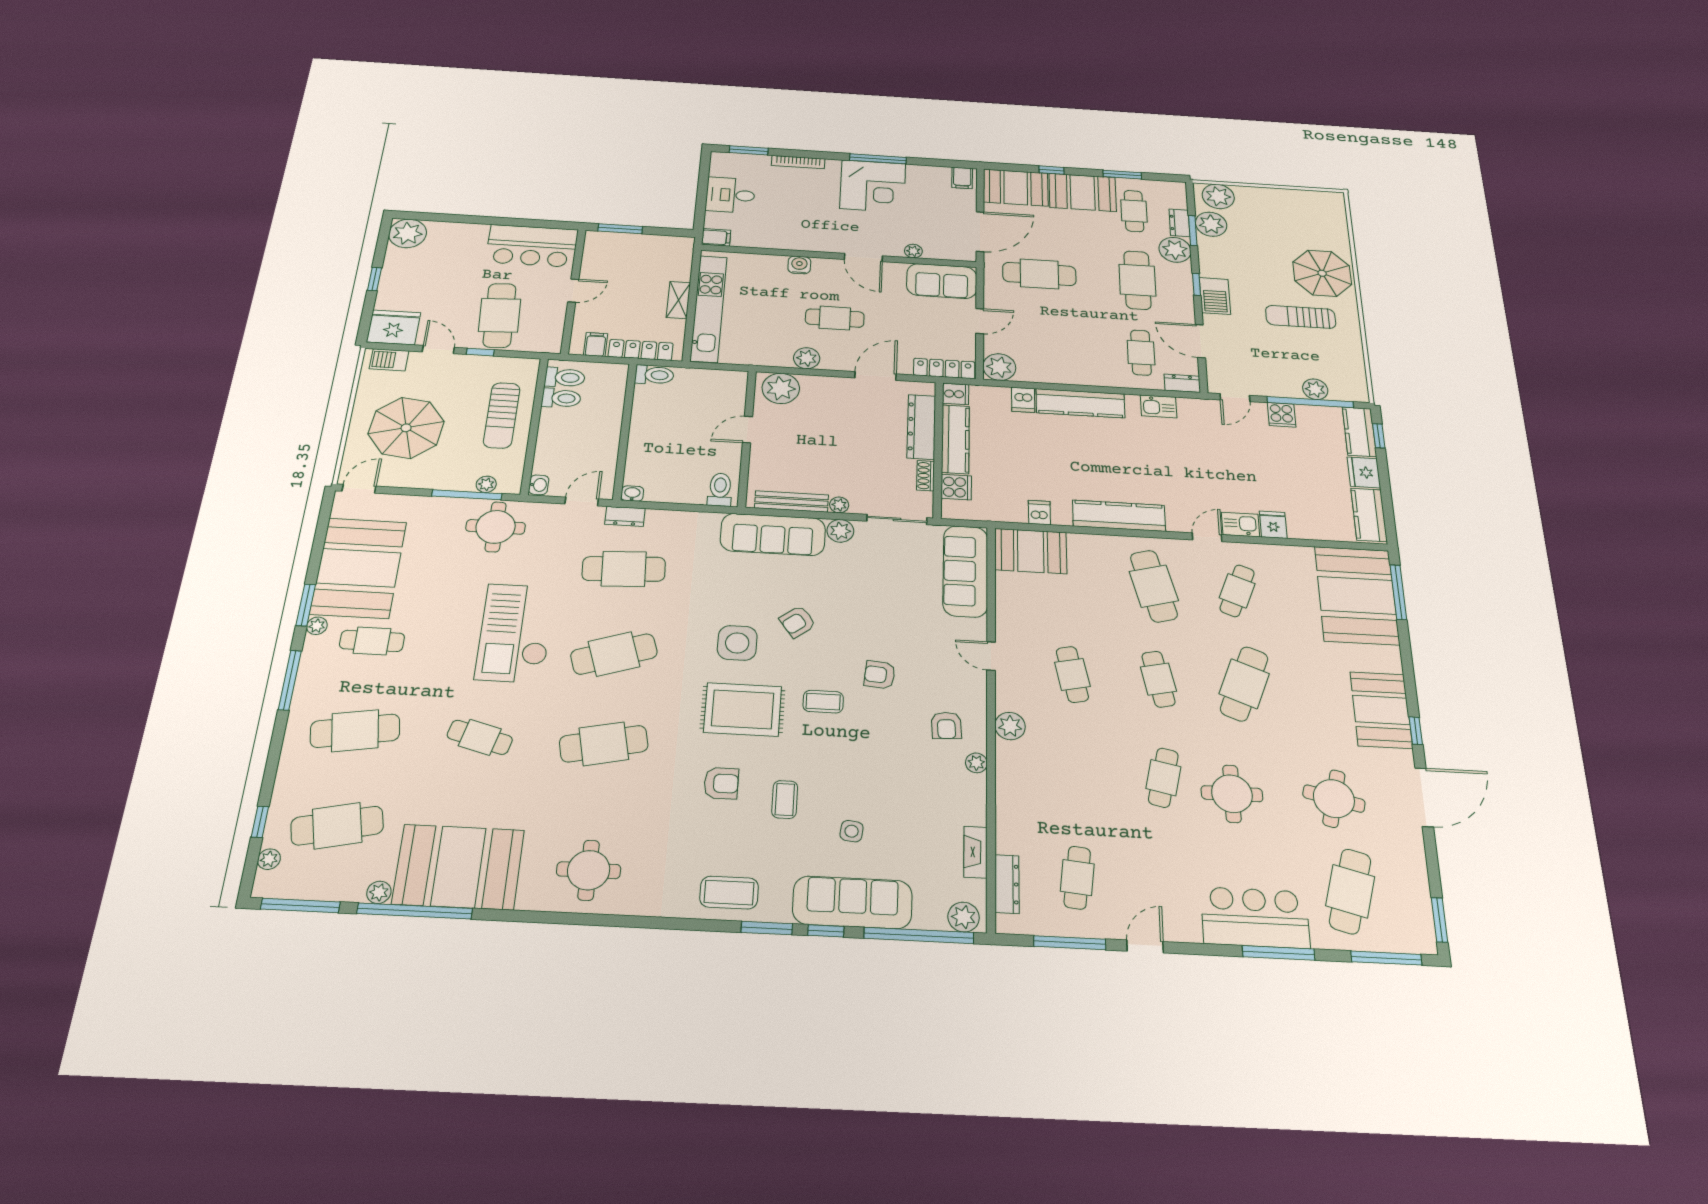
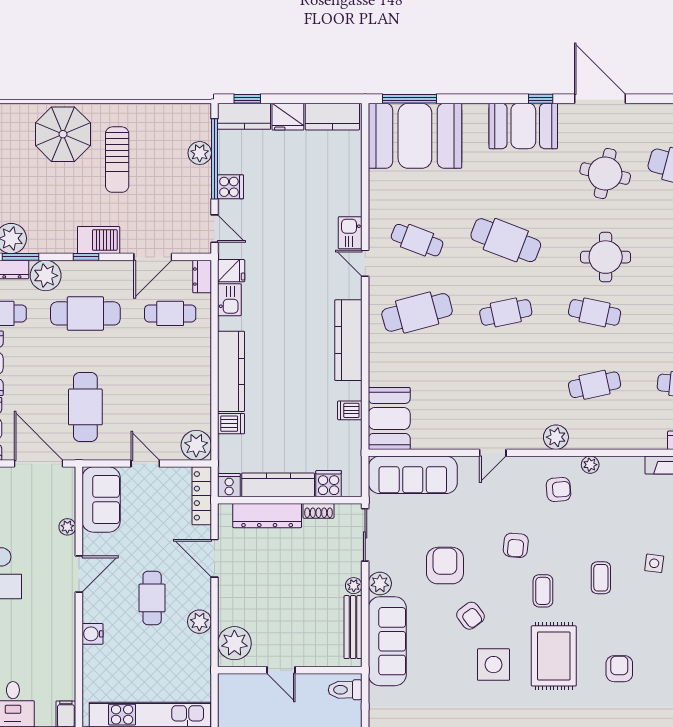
fridge: (1273, 525) -> (231, 271), moved, turned 180
armchair: (858, 598) -> (445, 566), added
cafe table: (1072, 674) -> (595, 385), moved
coffee table: (785, 799) -> (601, 578), moved, turned 90

